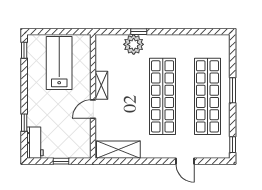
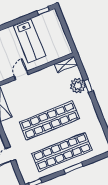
lab bench: (59, 63) -> (29, 41), moved, turned 90
shelving: (101, 85) -> (66, 64), moved
door: (93, 109) -> (21, 75), hinge flipped

